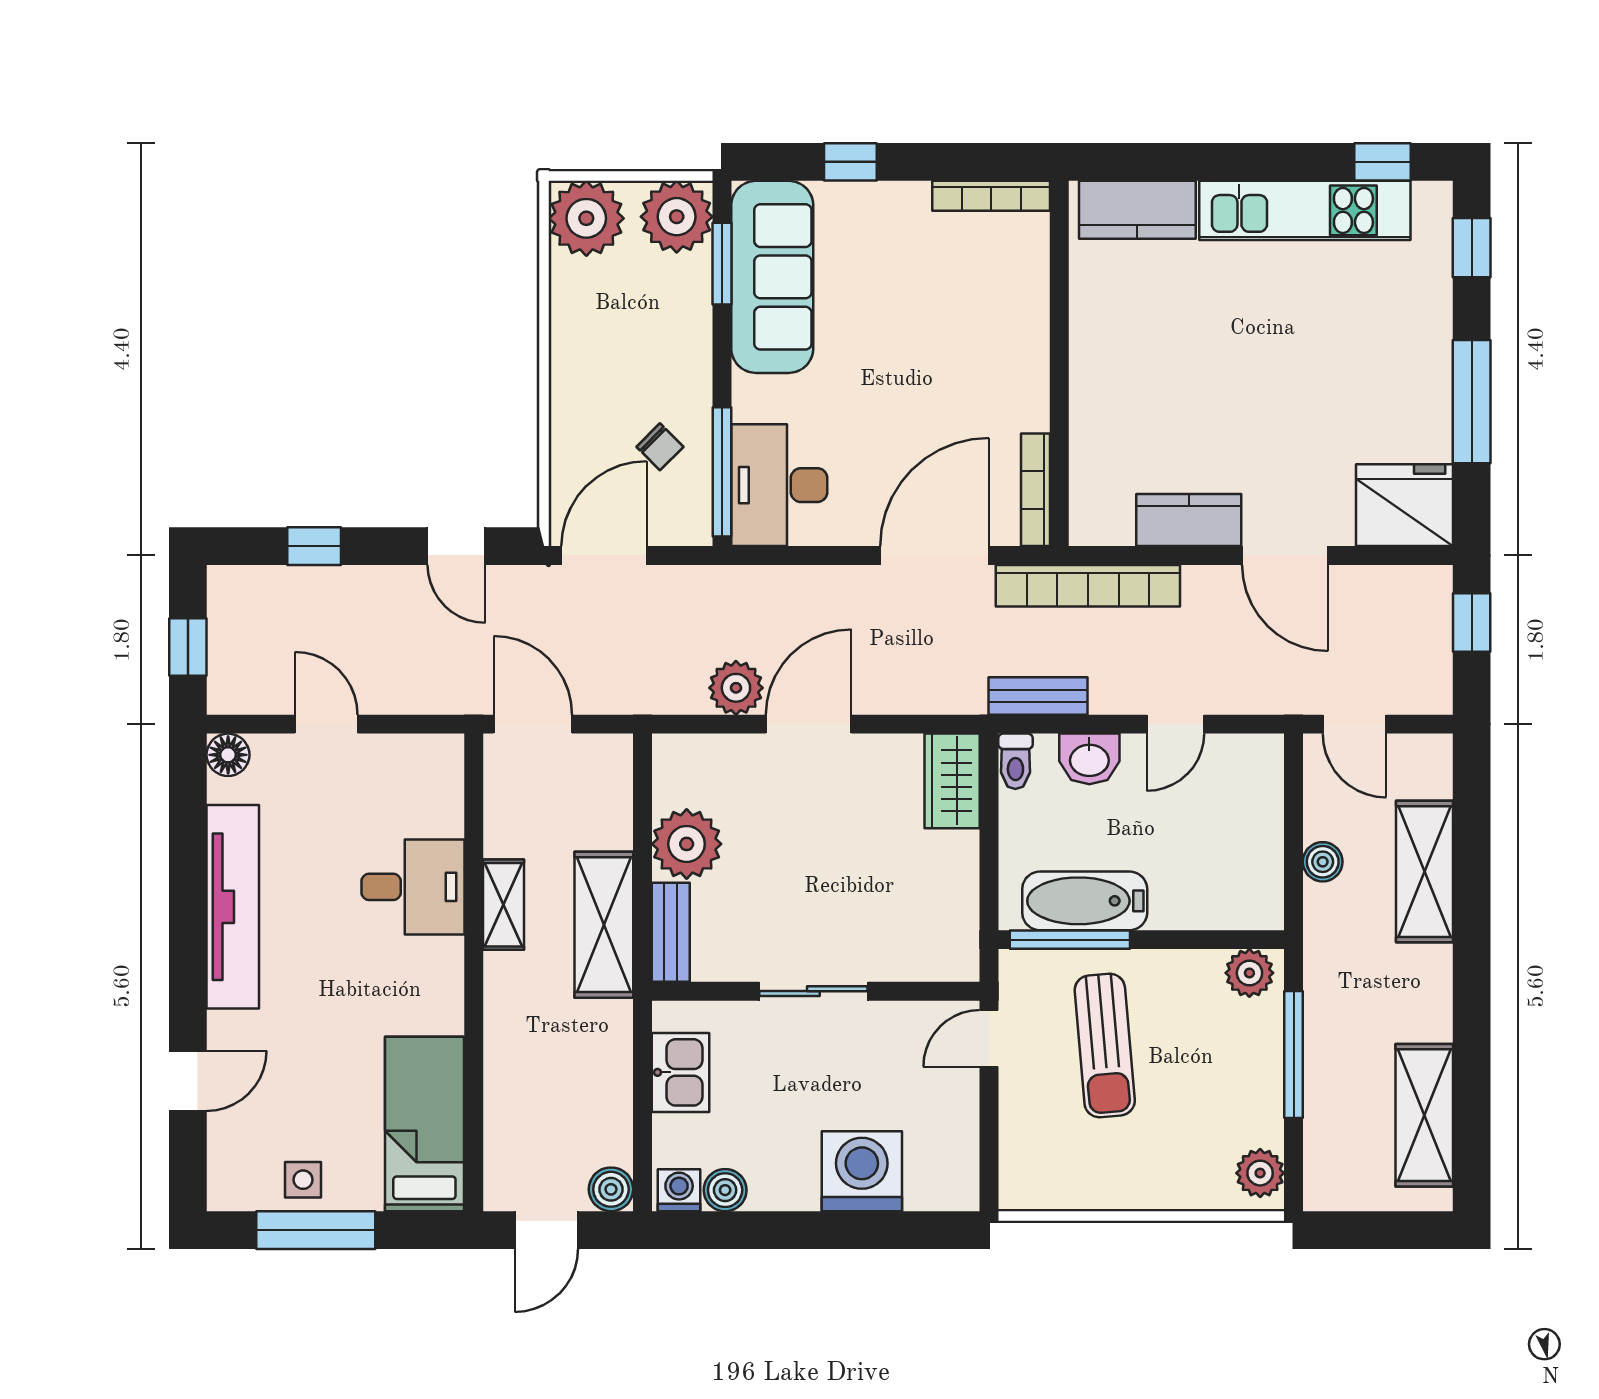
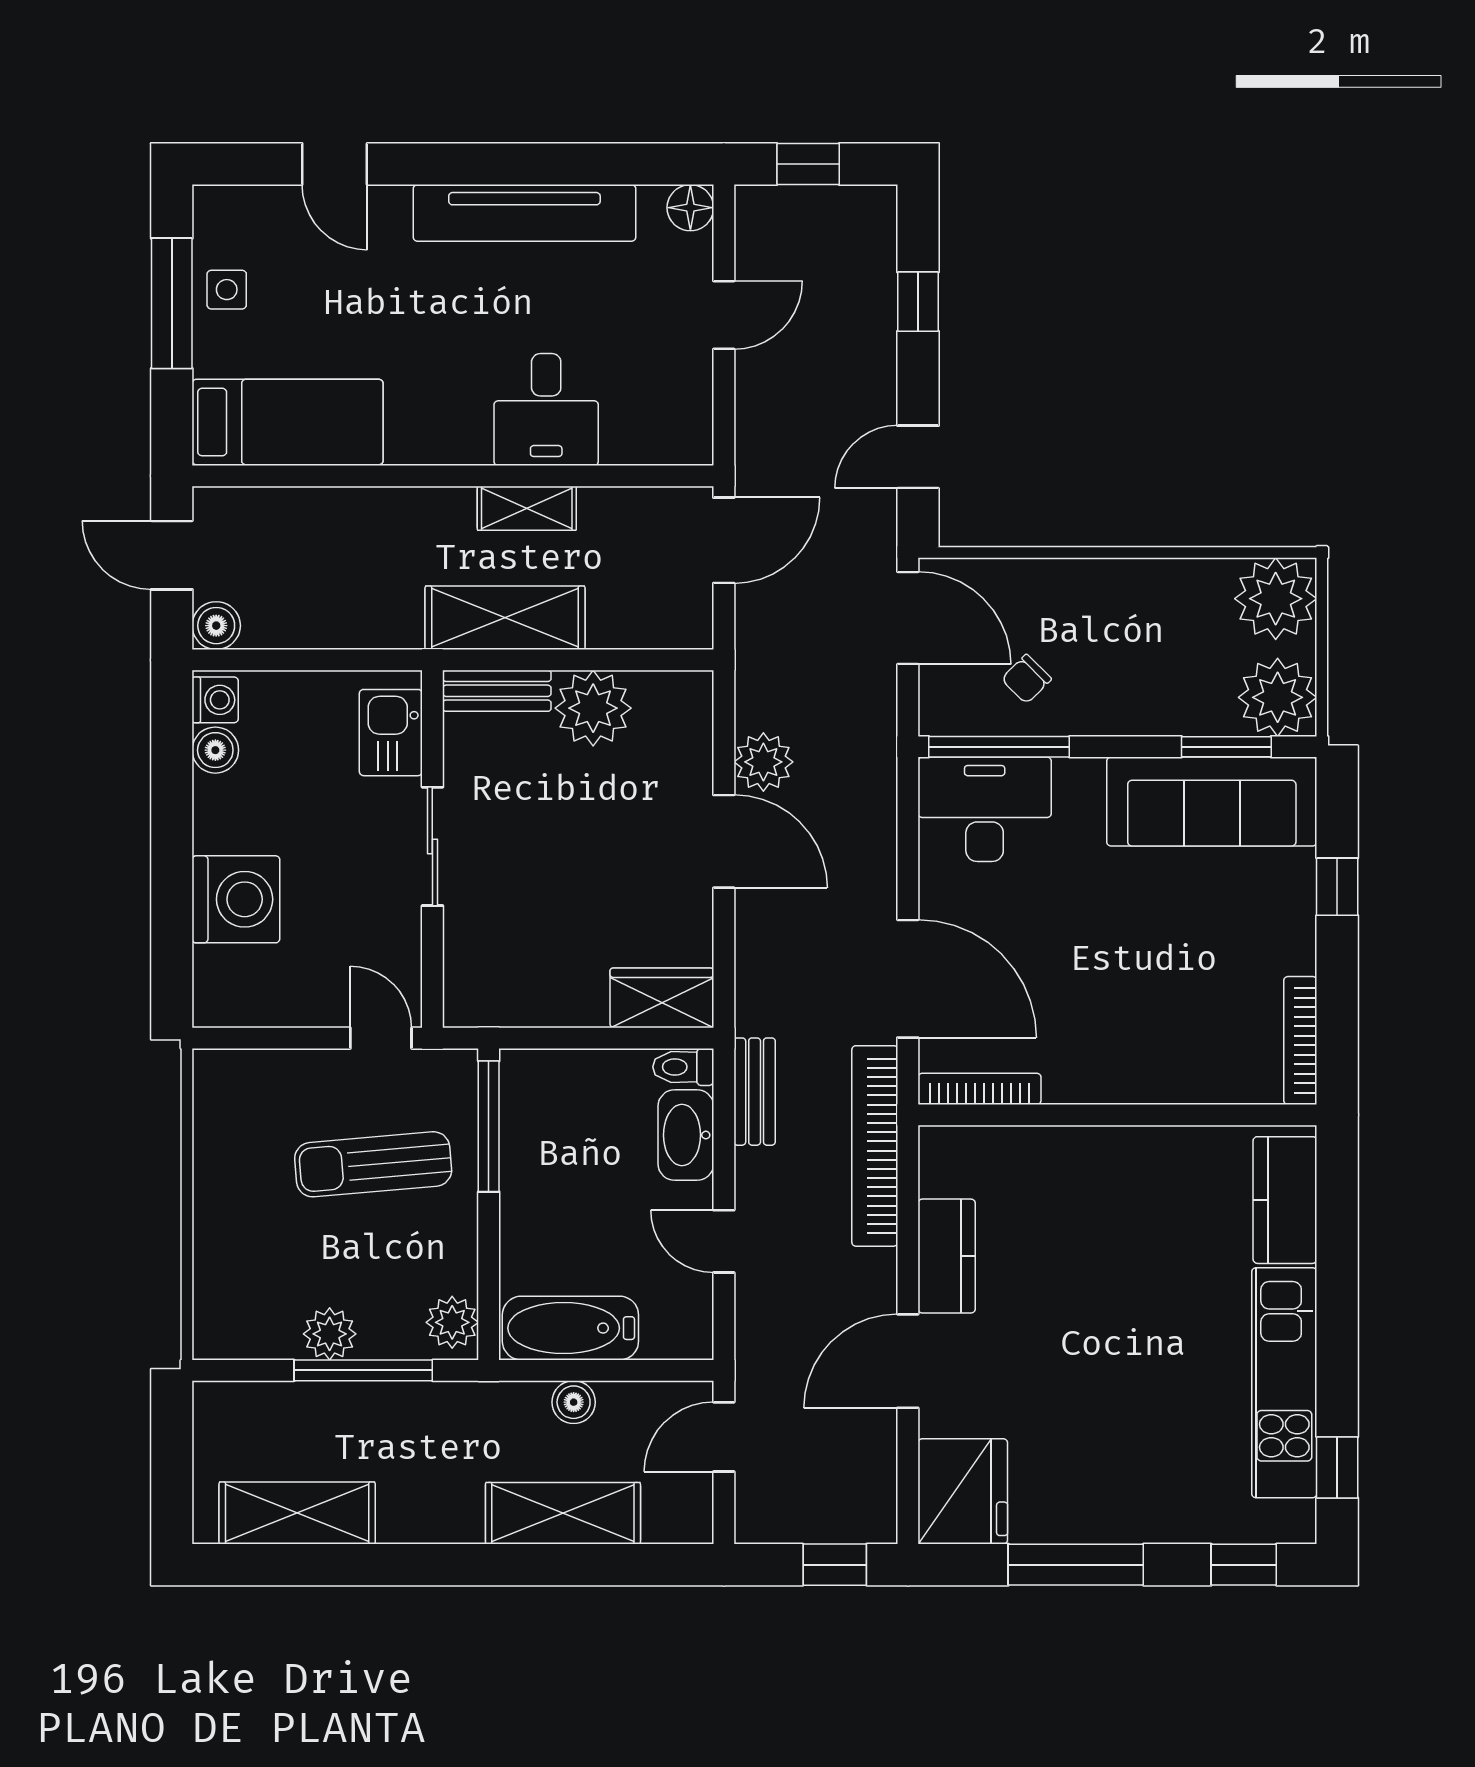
washbasin: (1089, 759) -> (686, 1135), width x1.38
bathtub: (1085, 901) -> (570, 1328), moved, turned -90
kitchen sink: (680, 1072) -> (391, 733), moved, turned 90
plant: (1260, 1173) -> (330, 1334), moved

